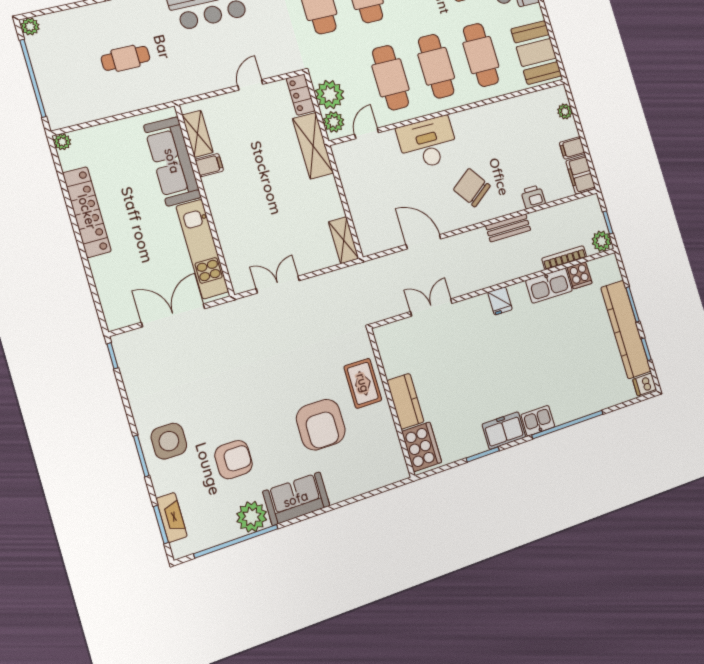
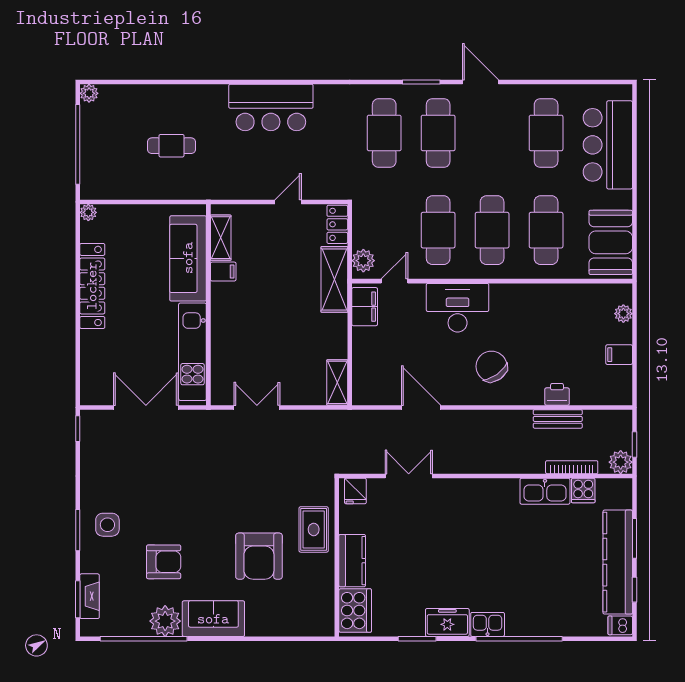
plant: (330, 95) -> (368, 232), removed
filing cabinet: (581, 175) -> (365, 307), moved, turned 180
bench: (508, 228) -> (558, 419), moved
fridge: (500, 301) -> (355, 491), moved
side table: (169, 441) -> (107, 525), width x0.73, depth x0.73

